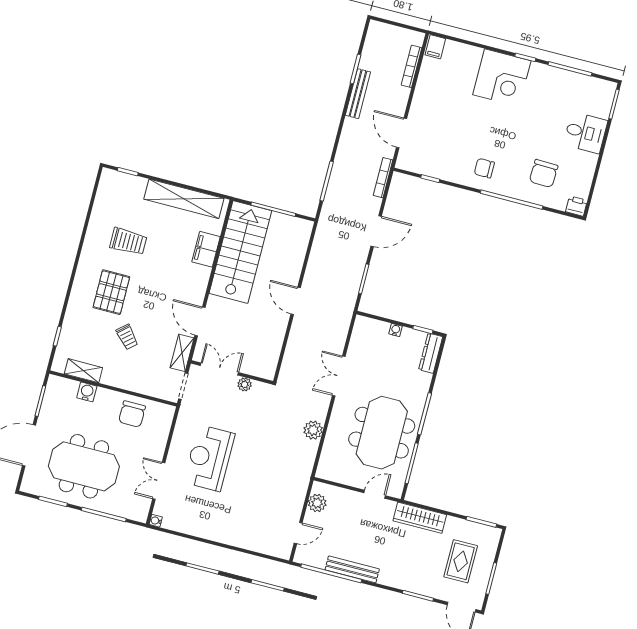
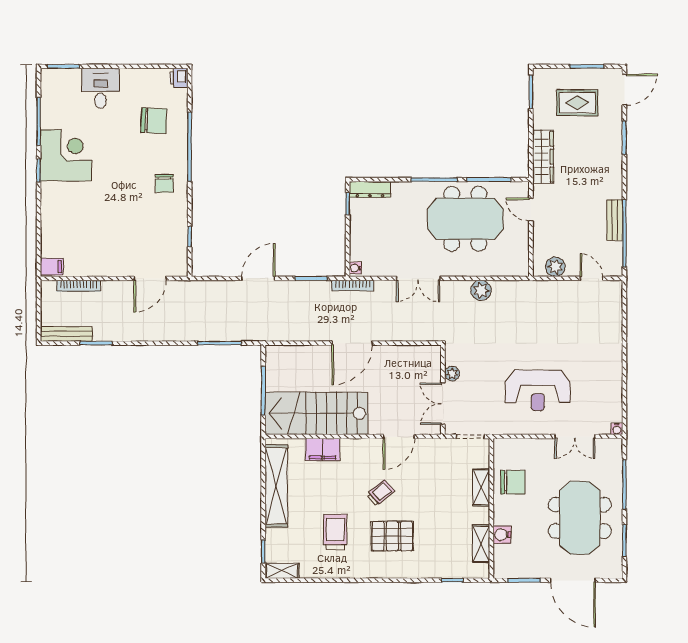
corner desk: (502, 78) -> (66, 155), moved
bench: (358, 94) -> (66, 334), moved
bookcase: (383, 178) -> (353, 286), moved
shelving: (106, 184) -> (282, 571), added
door: (376, 231) -> (258, 278), hinge flipped
door: (296, 301) -> (352, 343), width x1.36
water cooler: (396, 330) -> (355, 268), moved
trolley: (127, 337) -> (380, 493), moved
shelving: (182, 353) -> (481, 487), moved, turned 90
bench: (352, 569) -> (615, 220), width x0.73

